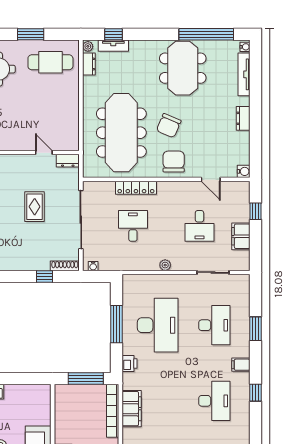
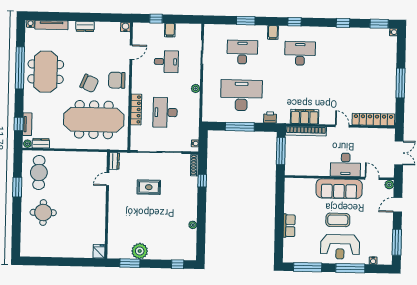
window: (206, 34) -> (20, 68), moved
meeting table: (183, 68) -> (46, 72), turned 90
desk: (133, 226) -> (165, 112), width x1.37
filing cabinet: (241, 236) -> (170, 30), width x0.50

